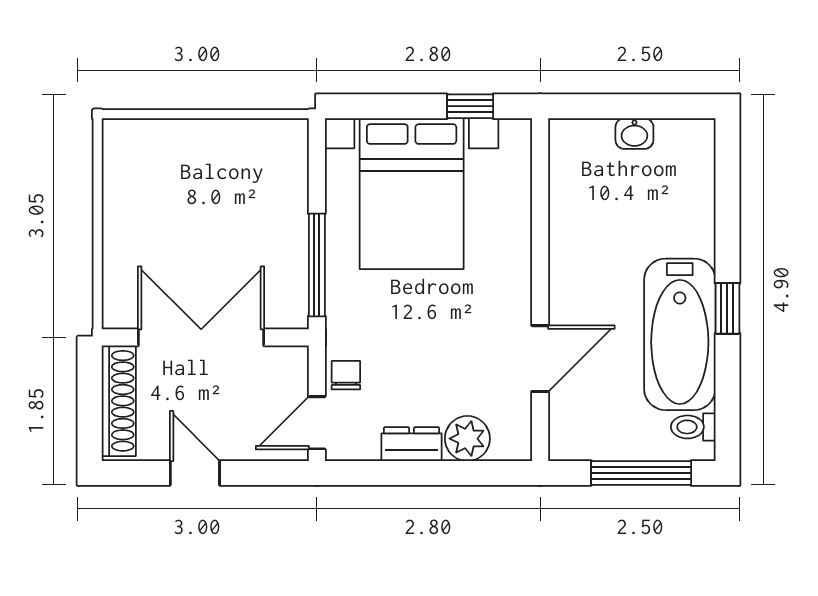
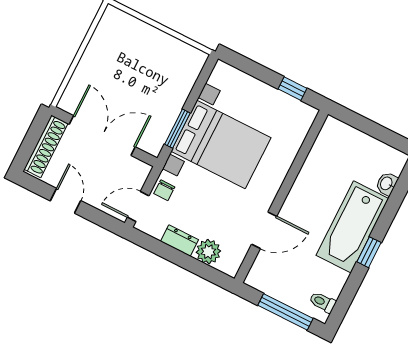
washbasin: (634, 134) -> (387, 184), moved, turned 90
bed with nightstands: (412, 194) -> (221, 145), moved, turned -90
window: (317, 265) -> (177, 129), width x0.69
bathtub: (680, 334) -> (352, 227), moved
chair: (346, 375) -> (164, 190), turned 180

